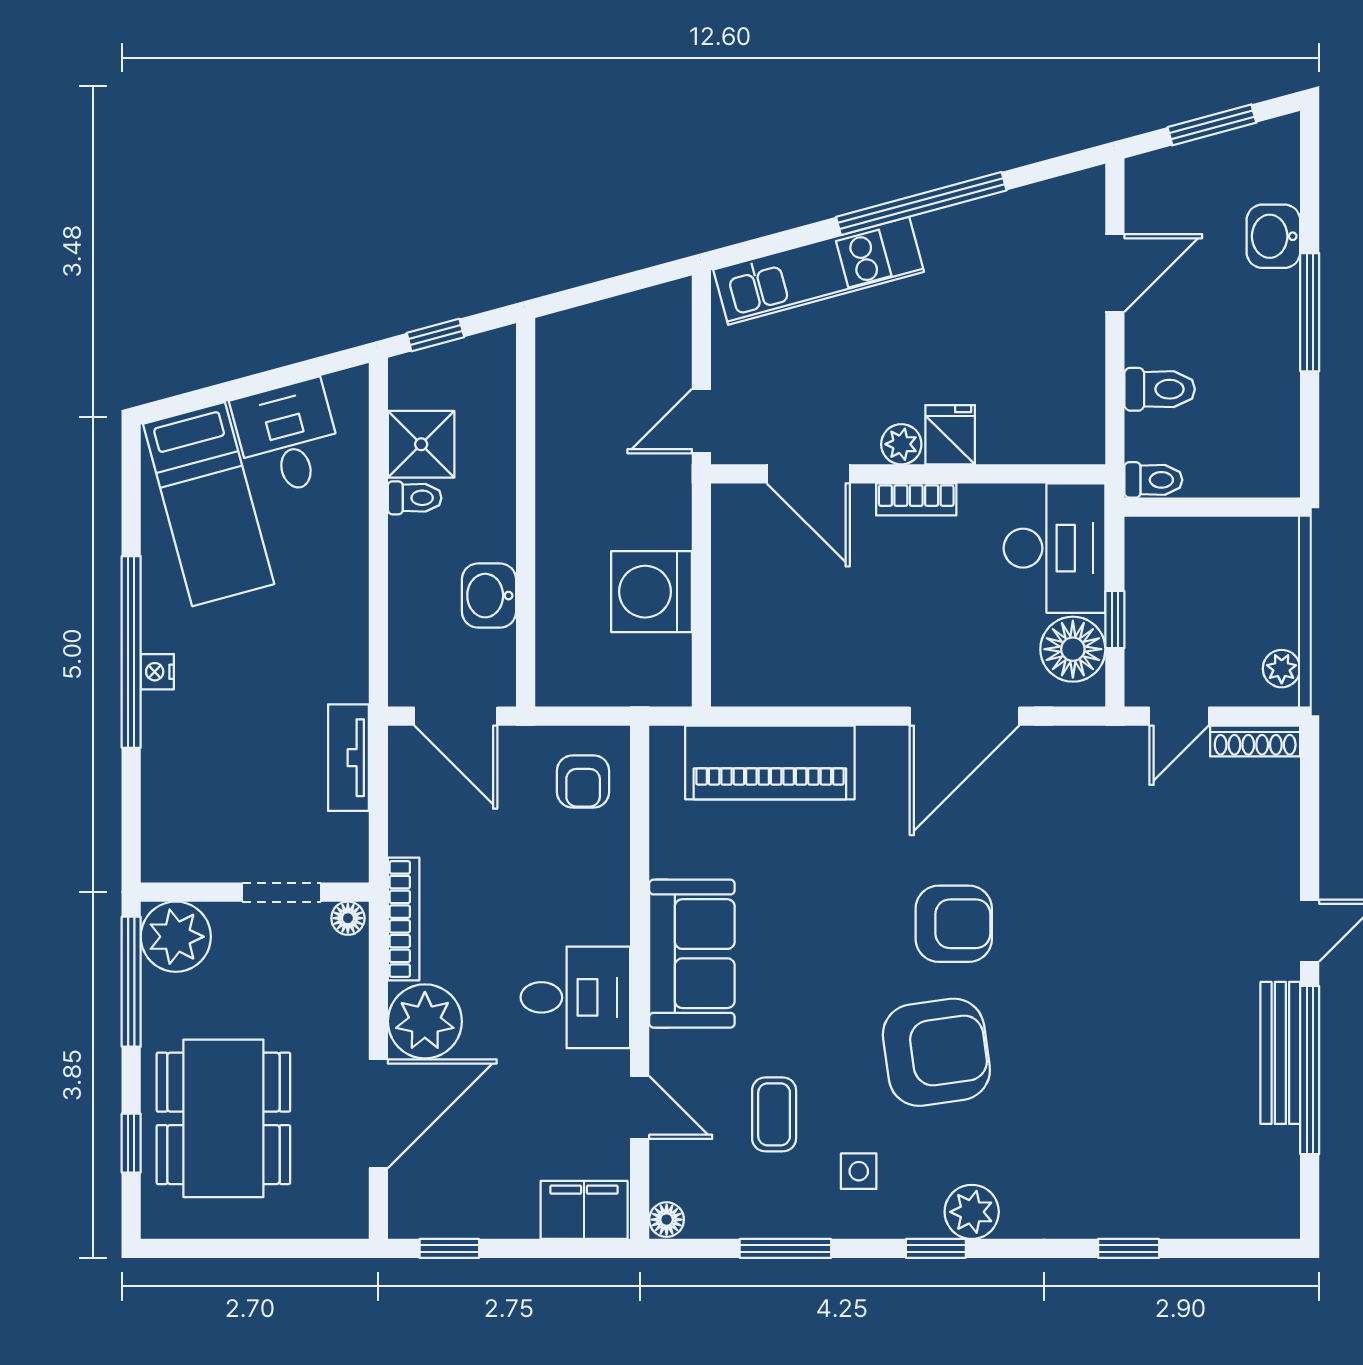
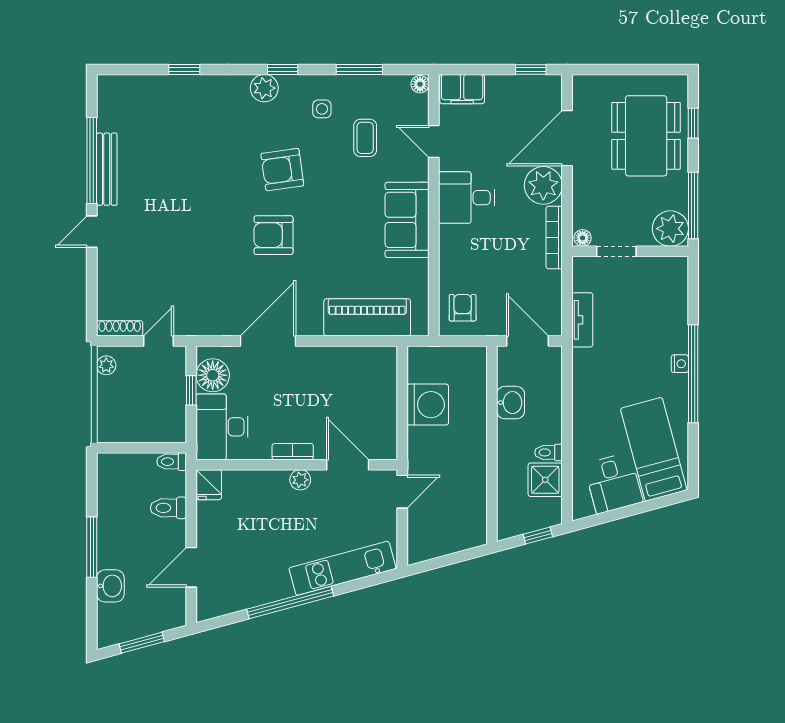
fridge: (950, 435) -> (209, 485), moved
armchair: (936, 1052) -> (282, 170), width x0.73, depth x0.73

